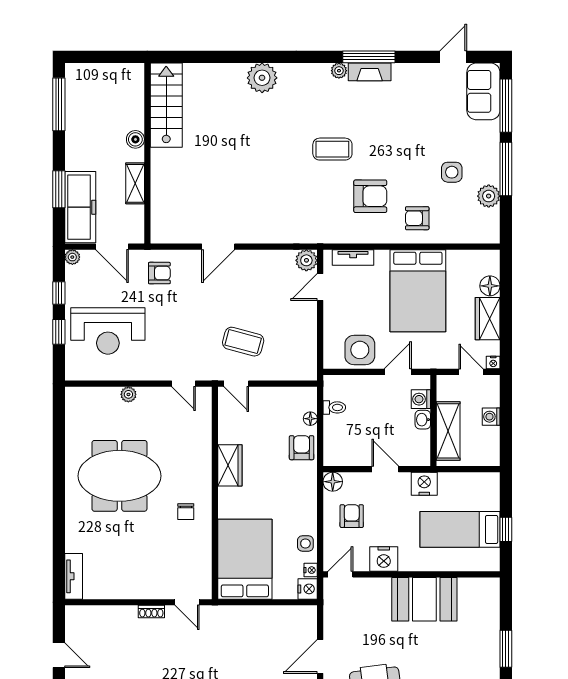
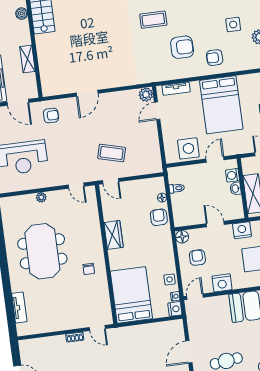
boiler: (135, 139) -> (22, 14), moved
meeting table: (119, 476) -> (42, 251), turned 90
tv unit: (74, 576) -> (19, 308), moved

